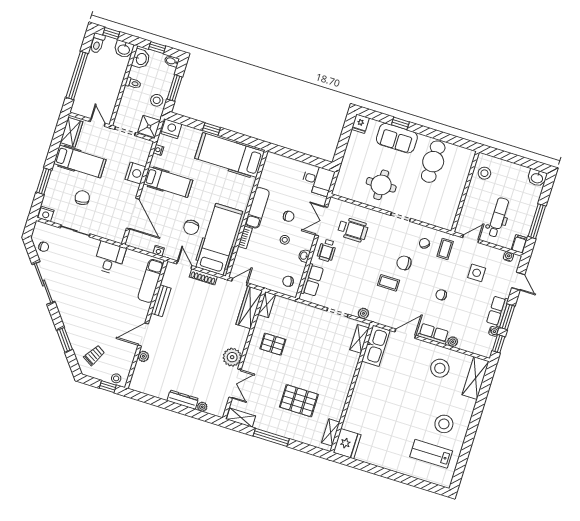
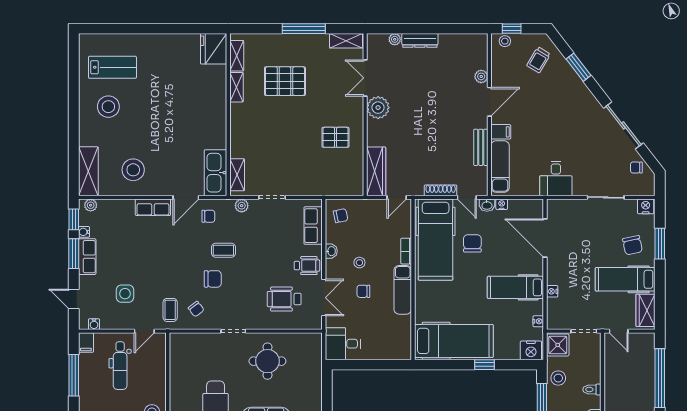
nightstand: (135, 173) -> (552, 291), width x0.53, depth x0.56
chair: (82, 198) -> (632, 245), moved
wheelchair: (327, 250) -> (307, 266), turned 90
washbasin: (170, 254) -> (487, 205), added
chair: (441, 295) -> (208, 216), moved
shelving: (267, 305) -> (236, 87), moved
filing cabinet: (142, 308) -> (501, 132), added
plant: (453, 342) -> (91, 205), moved

